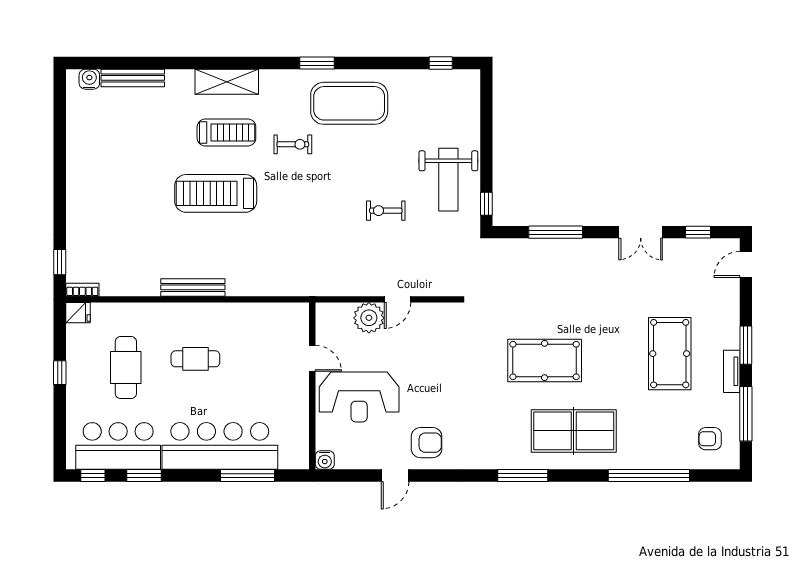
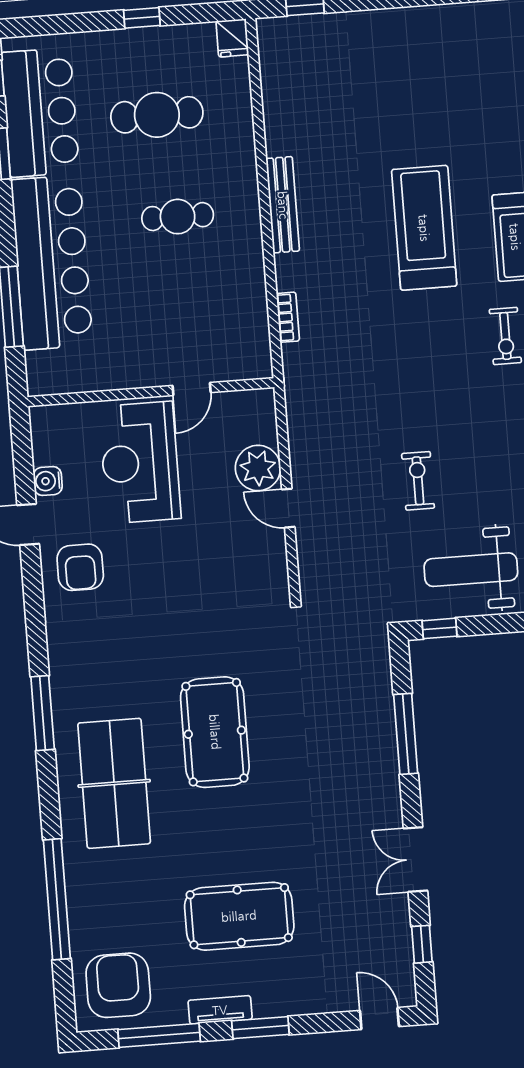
bookcase: (82, 290) -> (288, 317), moved
cafe table: (195, 359) -> (178, 217), turned 90
armchair: (710, 439) -> (118, 985), width x1.88, depth x1.88
water cooler: (325, 460) -> (48, 481), moved

